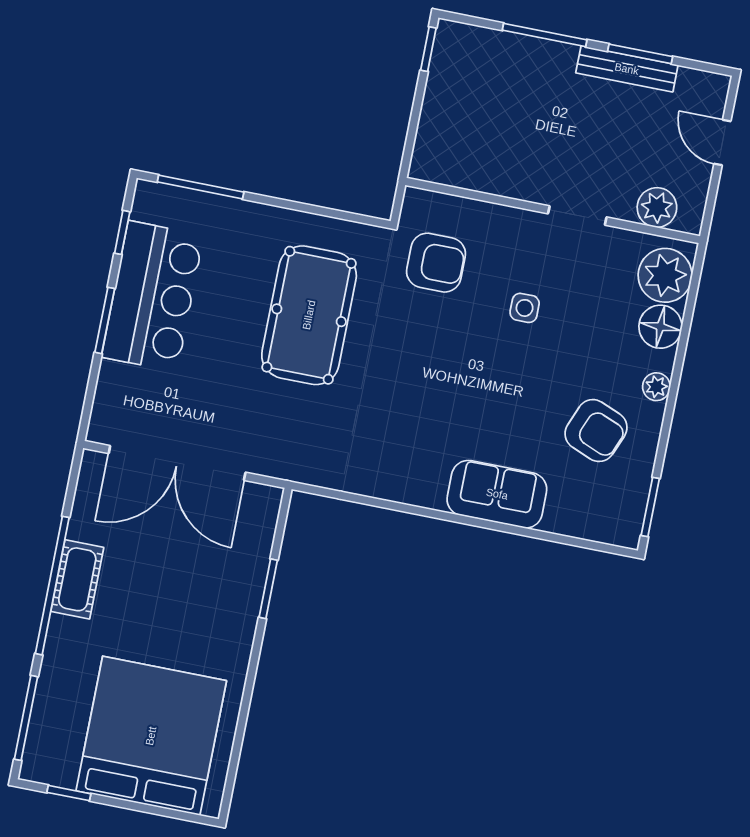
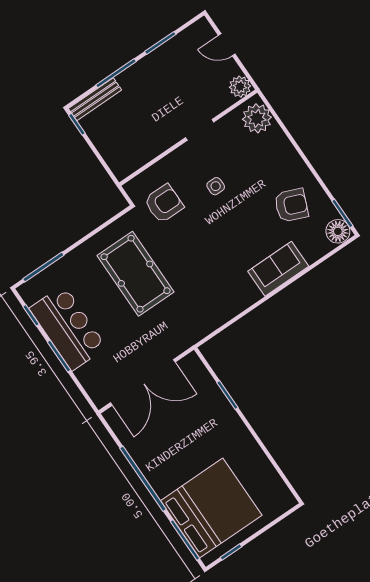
bench: (627, 69) -> (95, 99), moved
plant: (657, 207) -> (240, 87), moved
floor lamp: (660, 327) -> (338, 231), moved
plant: (656, 387) -> (297, 165), removed
cot: (77, 579) -> (150, 466), removed
bed: (151, 736) -> (211, 508), moved, turned 90

